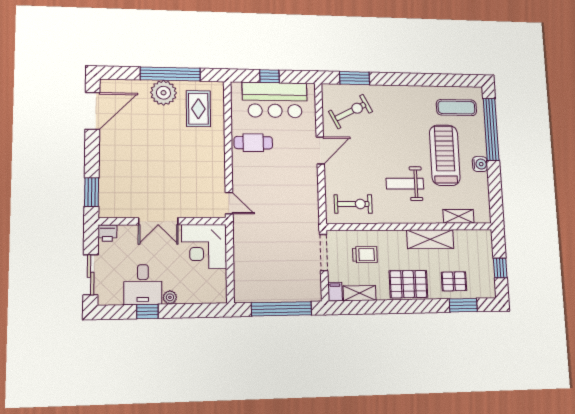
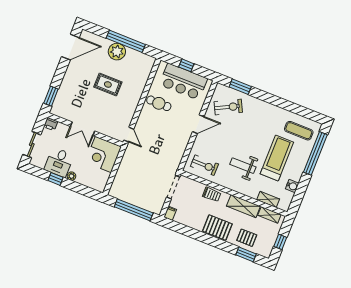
rug: (198, 109) -> (108, 84), moved, turned 90
water cooler: (480, 164) -> (292, 186), moved
trolley: (365, 255) -> (212, 195), moved
shelving: (360, 293) -> (269, 215), moved

